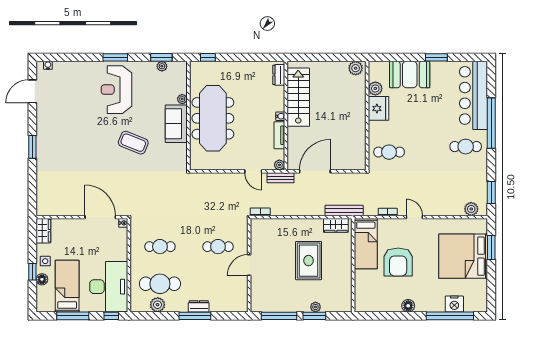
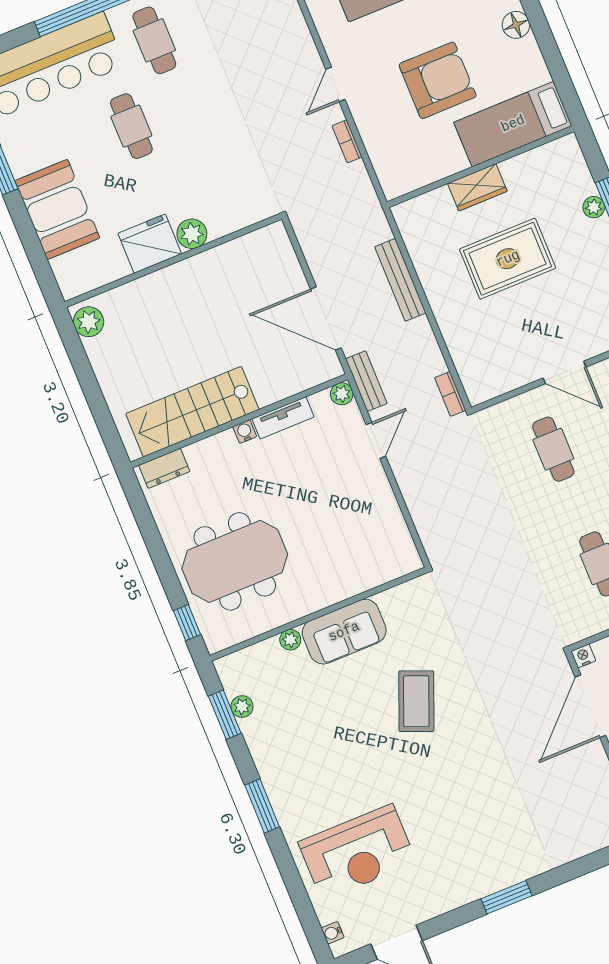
plant: (375, 88) -> (192, 234), moved
reception desk: (116, 90) -> (357, 852), moved
meeting table: (213, 118) -> (235, 561), moved, width x0.73
cafe table: (389, 152) -> (131, 126), moved
bench: (344, 210) -> (400, 280), moved
wardrobe: (336, 225) -> (477, 187), moved, turned 90
bed: (366, 244) -> (513, 124), moved, turned 180

